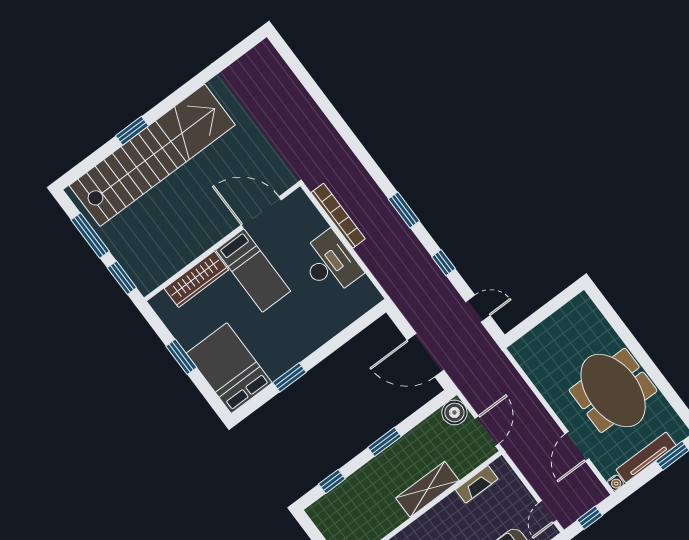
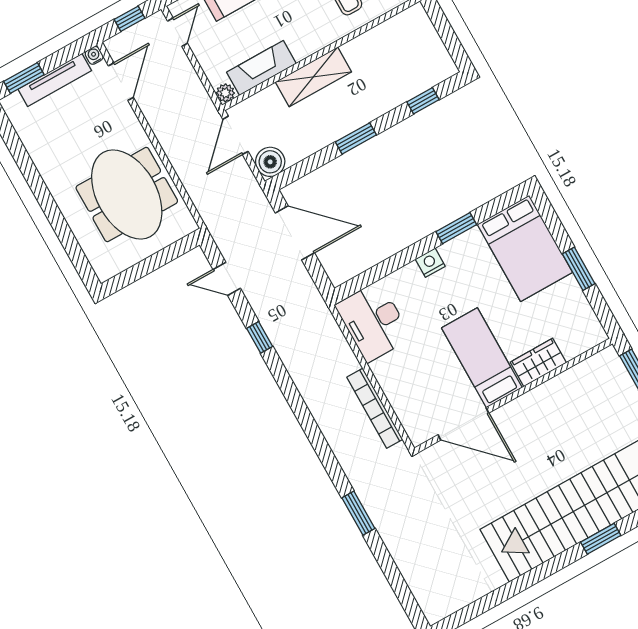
window: (404, 210) -> (358, 513), moved
desk: (330, 264) -> (373, 322), moved
wardrobe: (196, 279) -> (538, 362), width x0.67
nightstand: (308, 345) -> (430, 263), added
meeting table: (613, 390) -> (127, 194), moved
door: (577, 446) -> (121, 82), moved
plant: (500, 466) -> (225, 93), added
fireplace: (477, 484) -> (261, 68), width x1.37, depth x1.32

